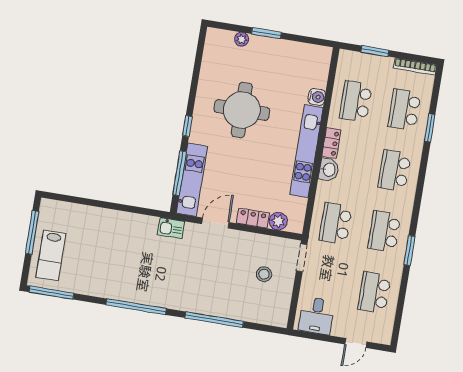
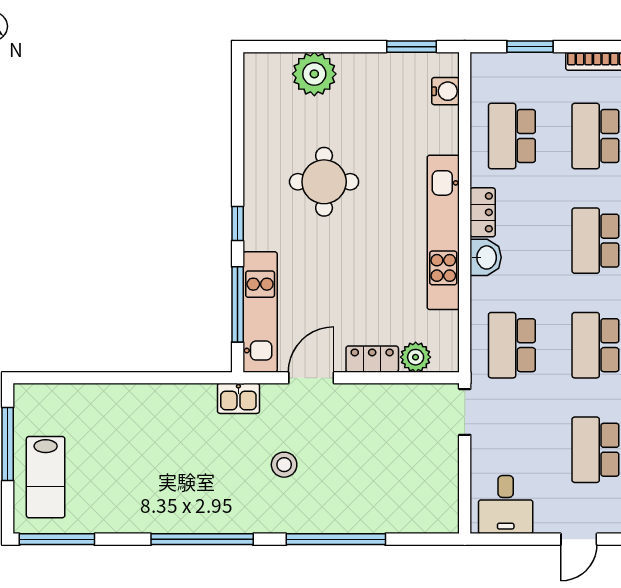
window: (266, 33) -> (412, 47), moved
plant: (242, 39) -> (314, 74), width x1.88, depth x1.88
water cooler: (317, 97) -> (446, 91), moved
round table: (242, 110) -> (324, 182), width x0.73, depth x0.73
stool: (264, 274) -> (284, 465), moved

